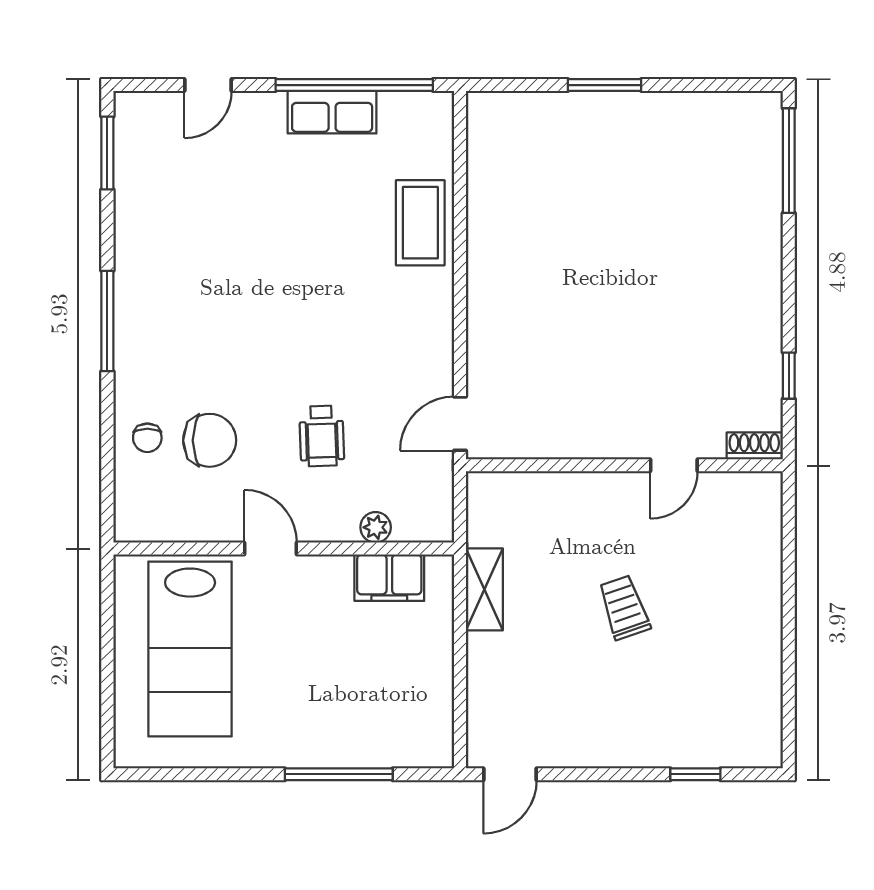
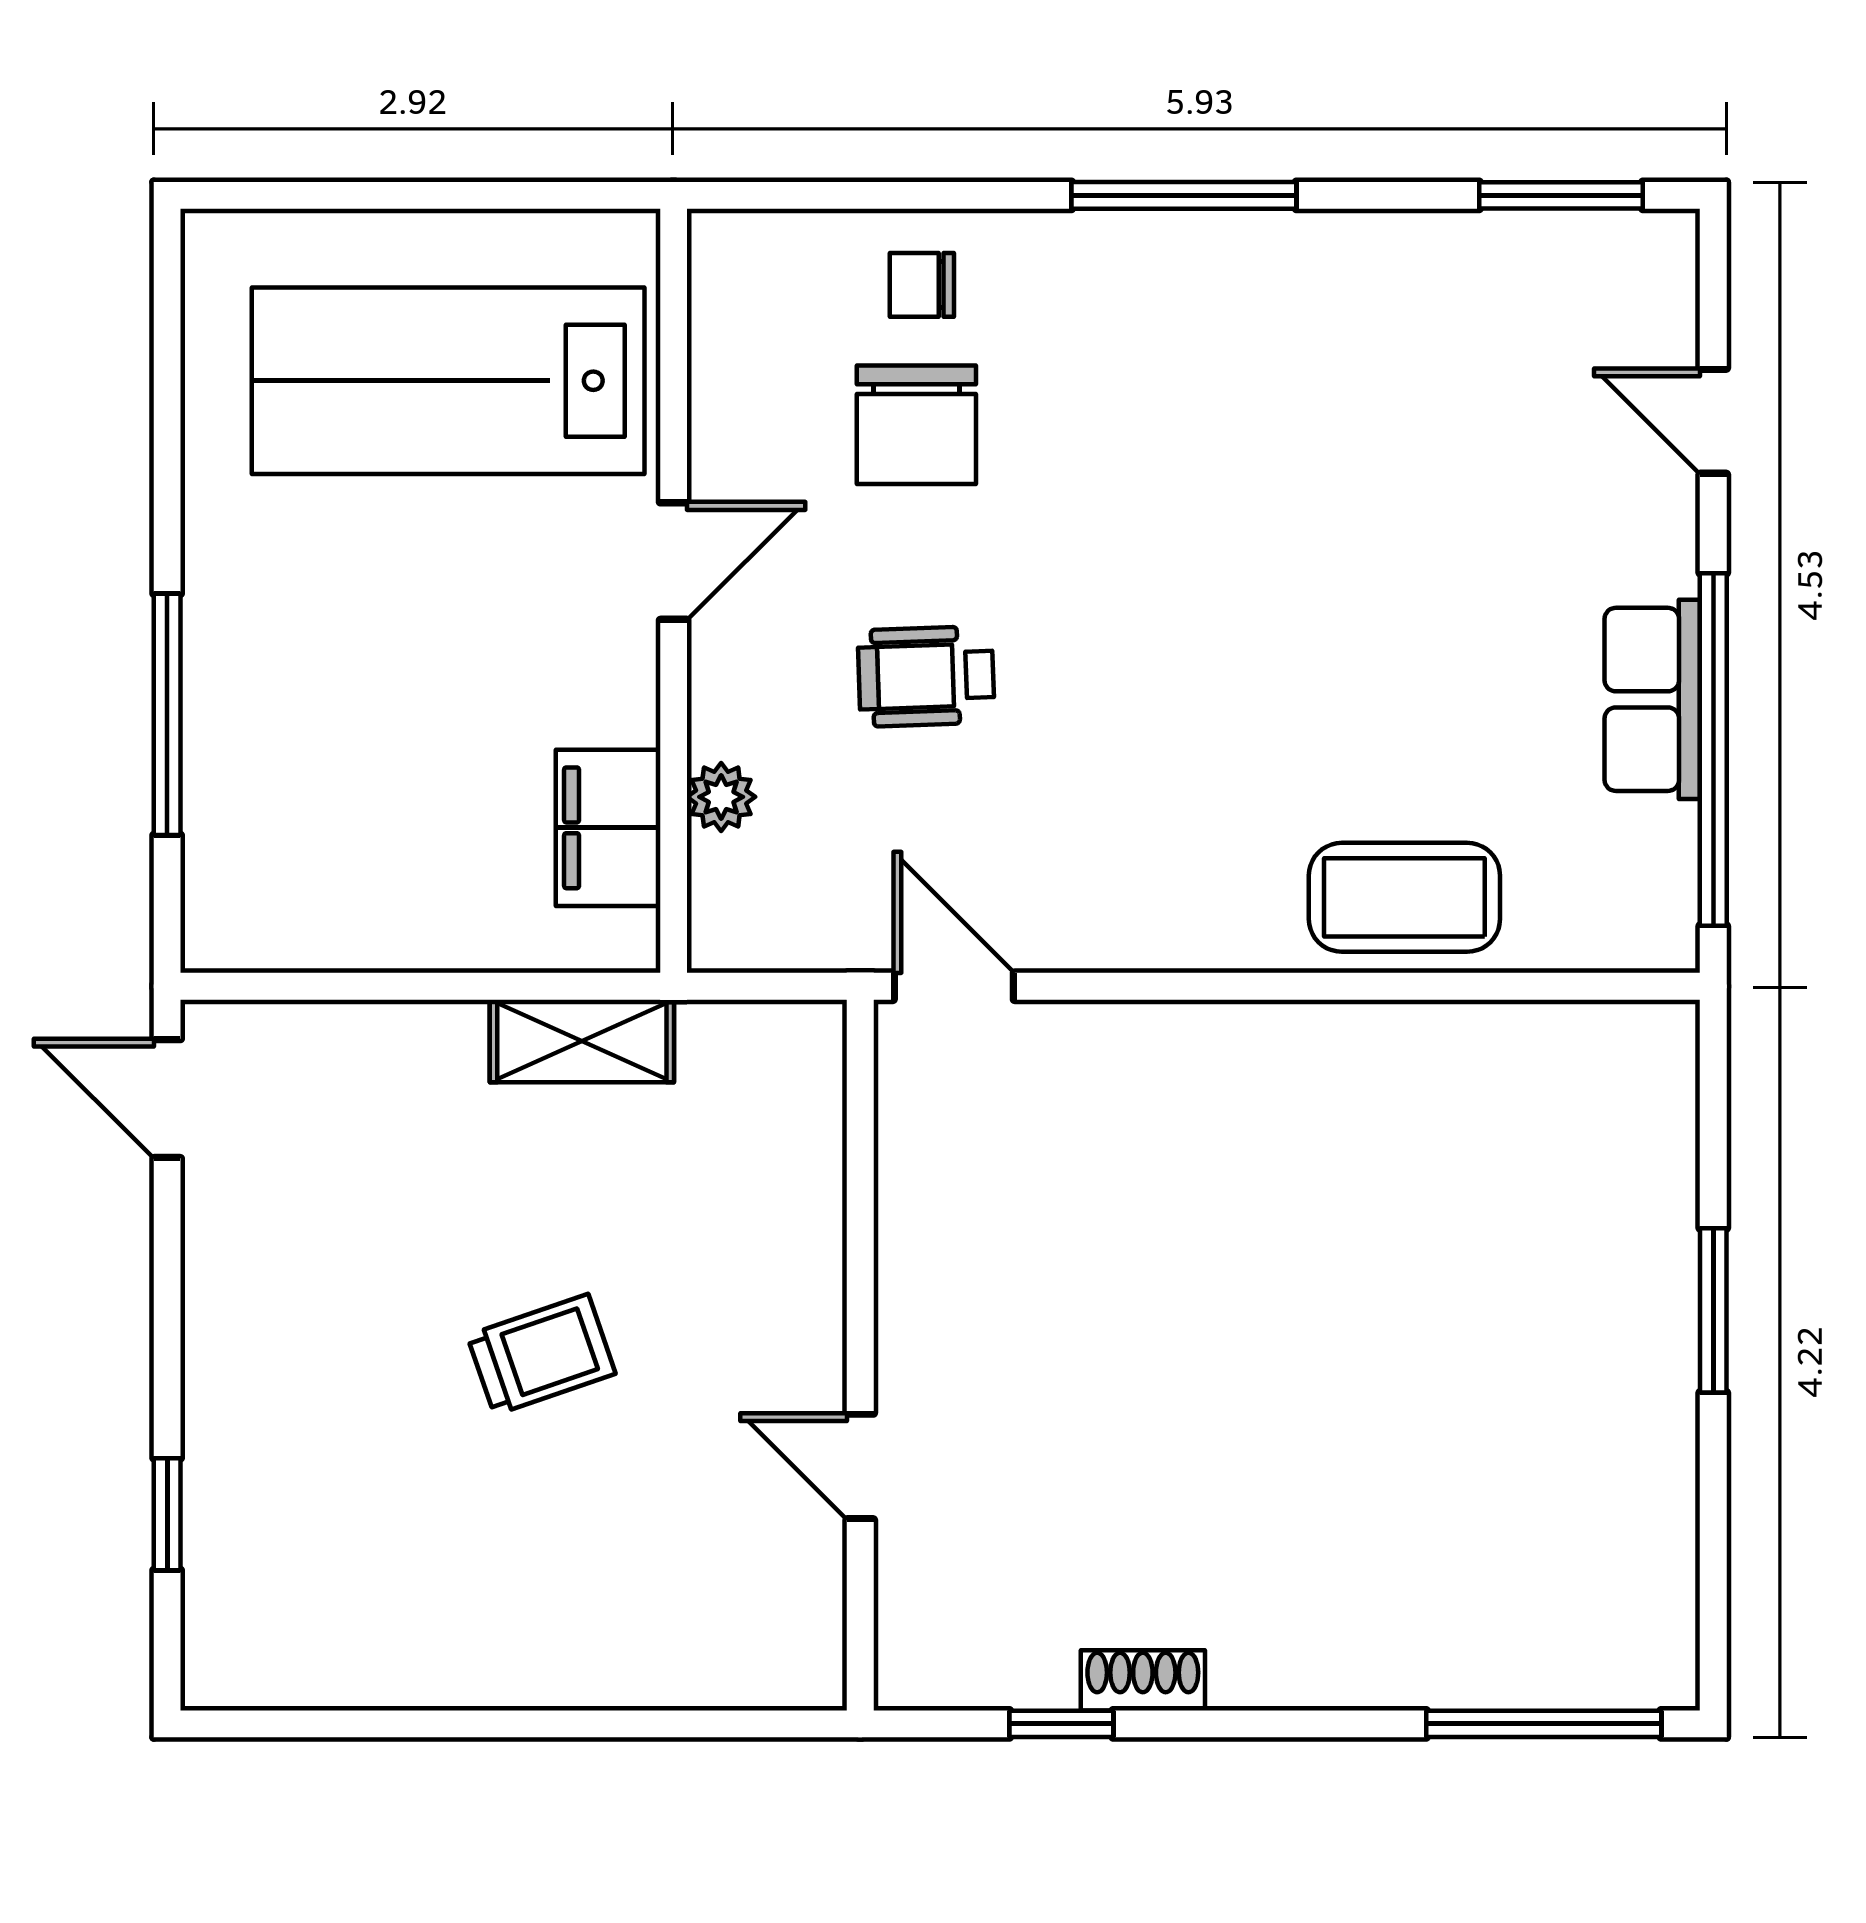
shoe rack: (754, 446) -> (1143, 1680), moved, turned -90

